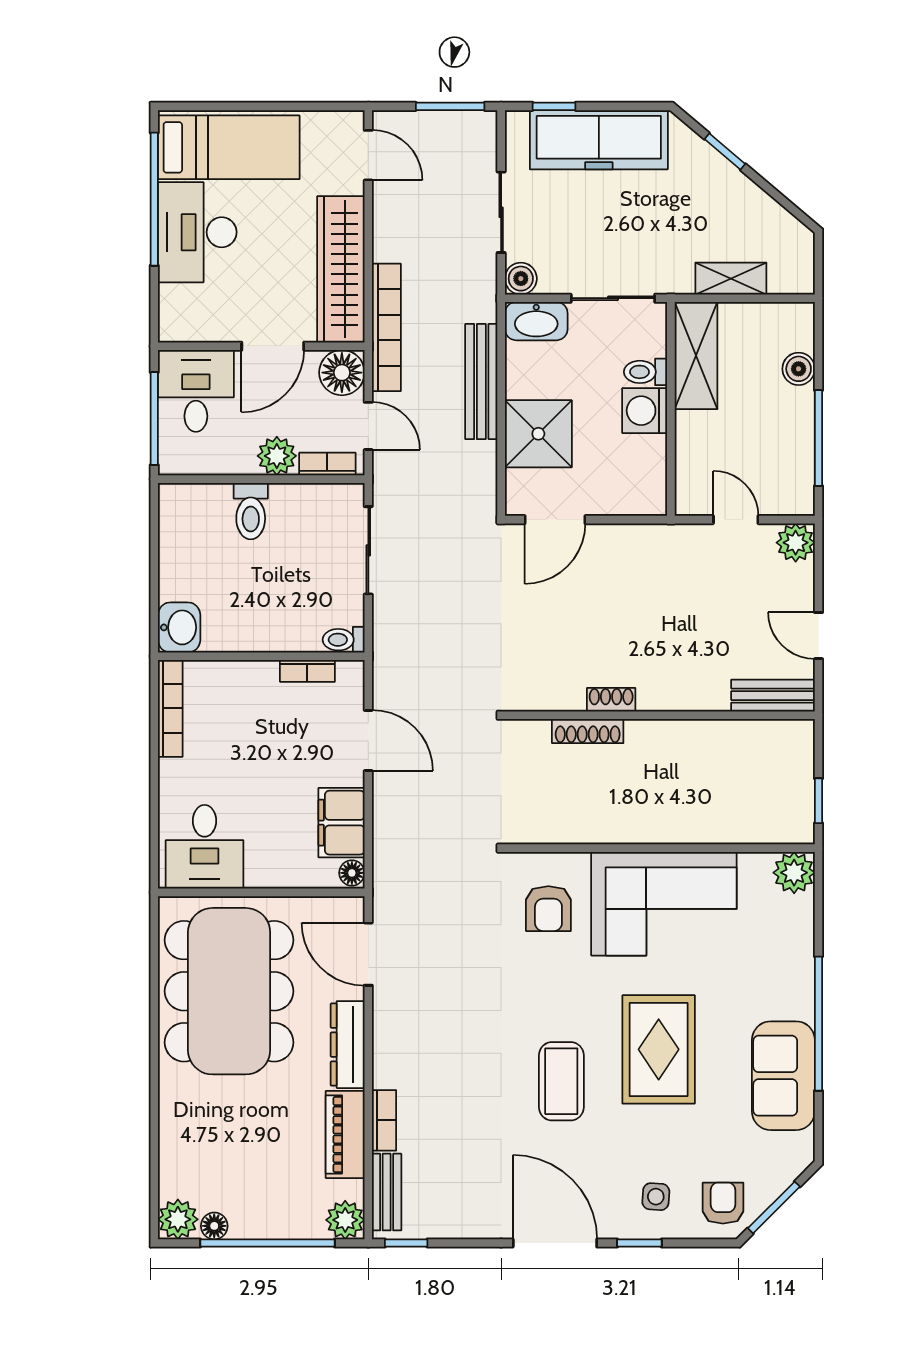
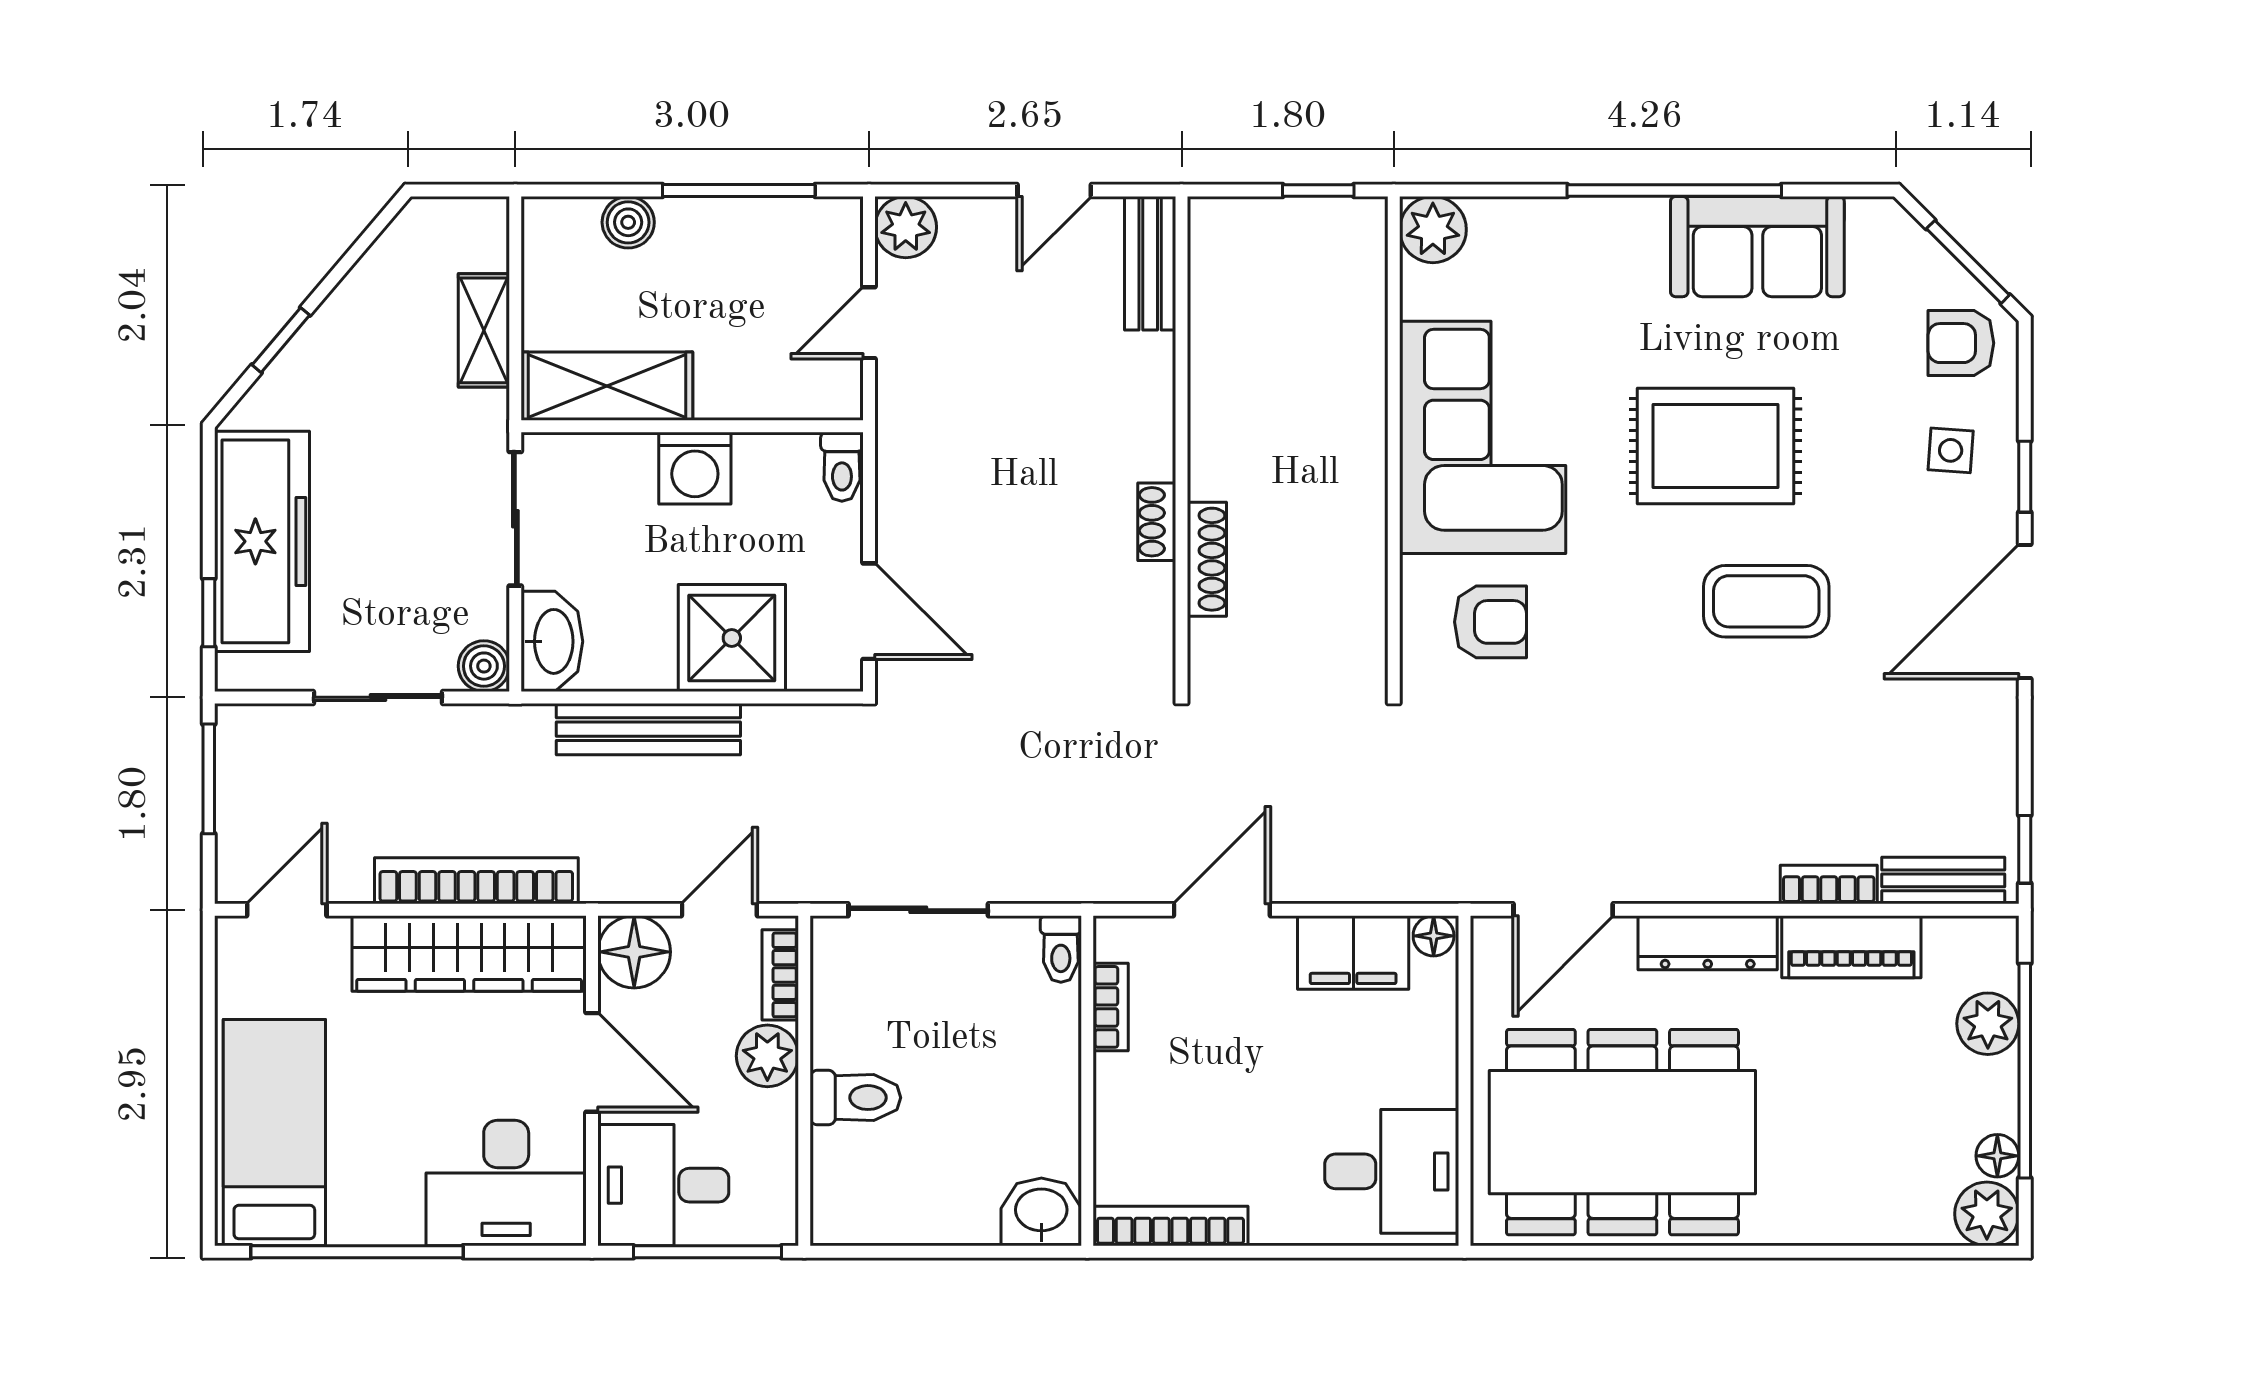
desk: (197, 232) -> (506, 1183), moved
bookcase: (386, 327) -> (476, 881), moved
toilet: (646, 372) -> (842, 467), moved
plant: (345, 1220) -> (1988, 1024), moved

